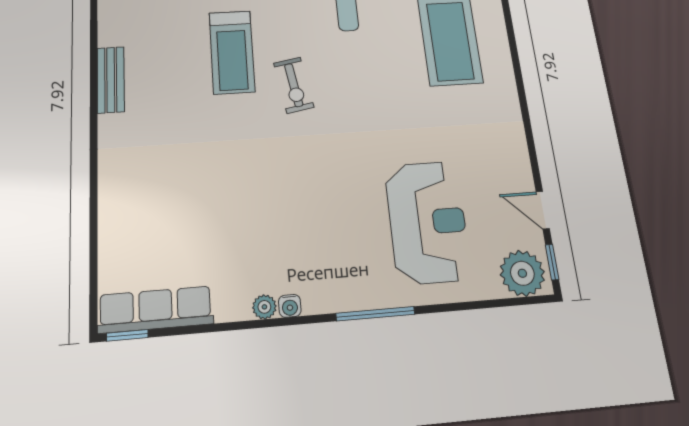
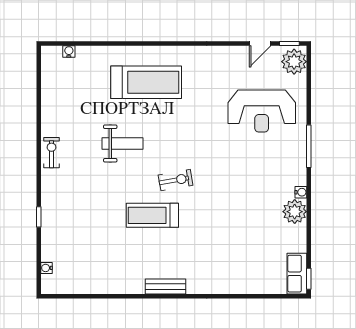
treadmill: (232, 52) -> (152, 215), turned 180
reception desk: (428, 222) -> (262, 111), turned 180
plant: (264, 307) -> (295, 212), width x1.88, depth x1.88
row of seats: (155, 310) -> (297, 274), width x0.68

